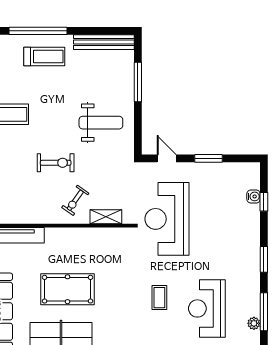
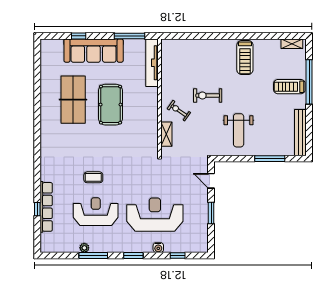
treadmill: (44, 57) -> (289, 87), turned 90
door: (167, 158) -> (211, 181), swing flipped
exercise bike: (56, 163) -> (208, 95), turned 90
water cooler: (254, 196) -> (158, 248), moved
reception desk: (167, 219) -> (155, 215), moved
coffee table: (159, 298) -> (93, 177), moved

